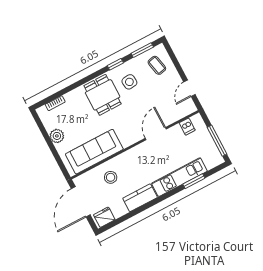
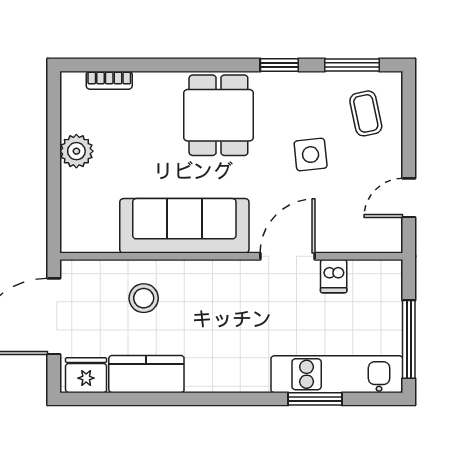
side table: (129, 82) -> (311, 155), moved
dishwasher: (187, 127) -> (334, 276), moved
sofa: (94, 152) -> (184, 226), moved
kitchen unit: (179, 177) -> (337, 374), moved
kitchen counter: (140, 198) -> (146, 374), moved

